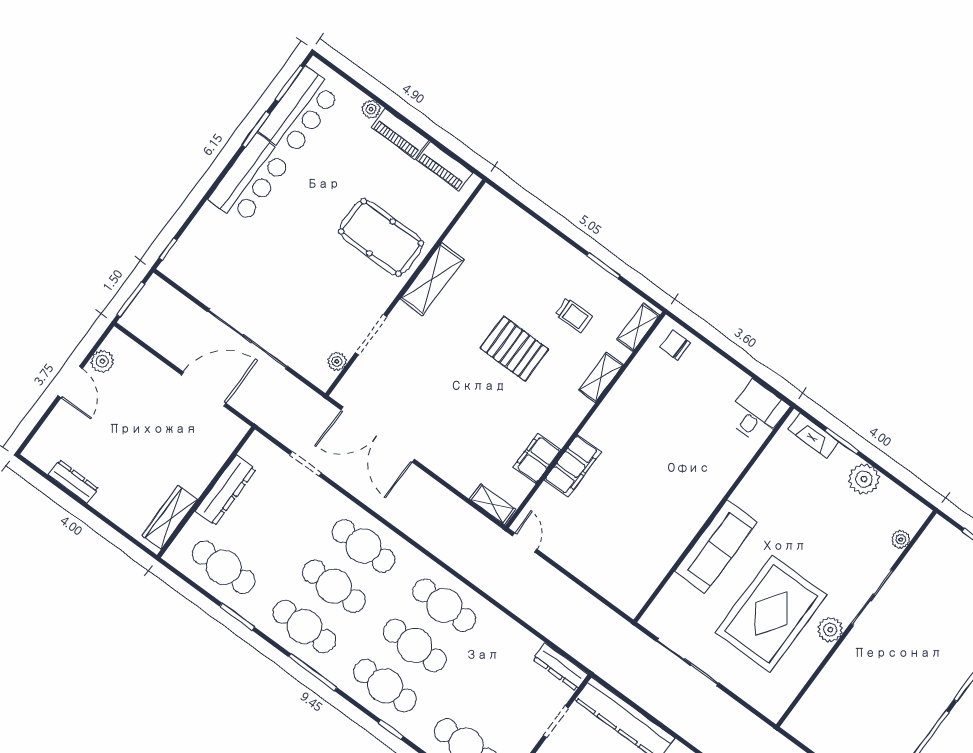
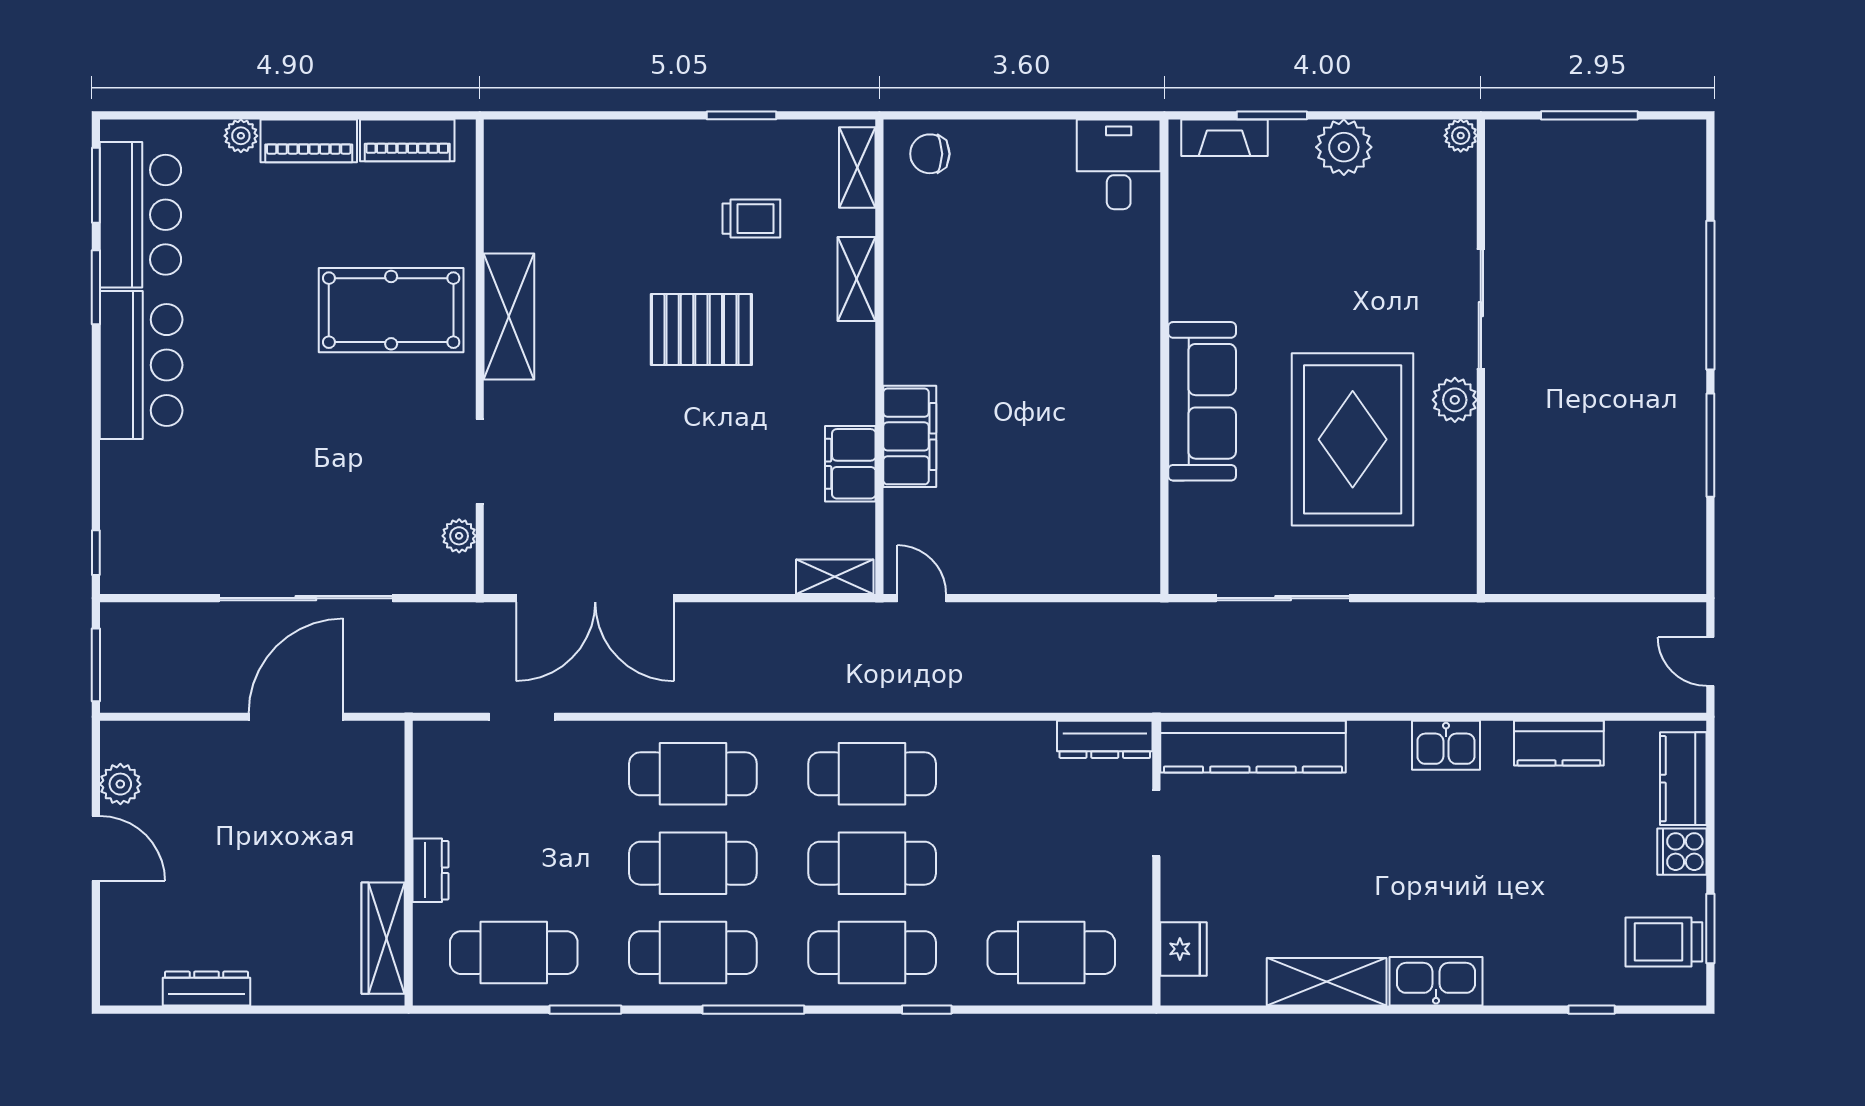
dresser: (226, 490) -> (430, 870), width x0.51, depth x0.80
plant: (901, 539) -> (1461, 136), moved

